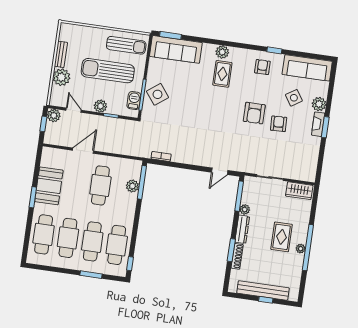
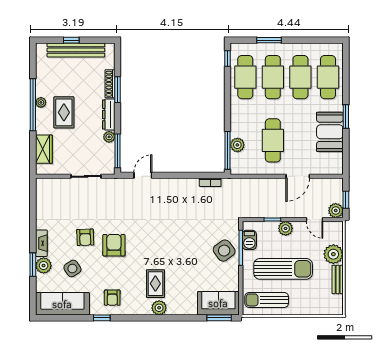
sofa: (176, 49) -> (218, 303), width x0.73
window: (325, 127) -> (33, 265), moved
wardrobe: (299, 191) -> (44, 149), moved, turned 90

